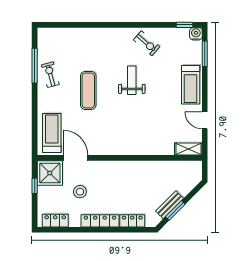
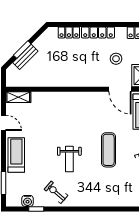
window: (185, 25) -> (36, 209), moved
water cooler: (196, 34) -> (28, 201), moved
bench: (170, 205) -> (25, 57), moved
window: (175, 211) -> (22, 50), moved

